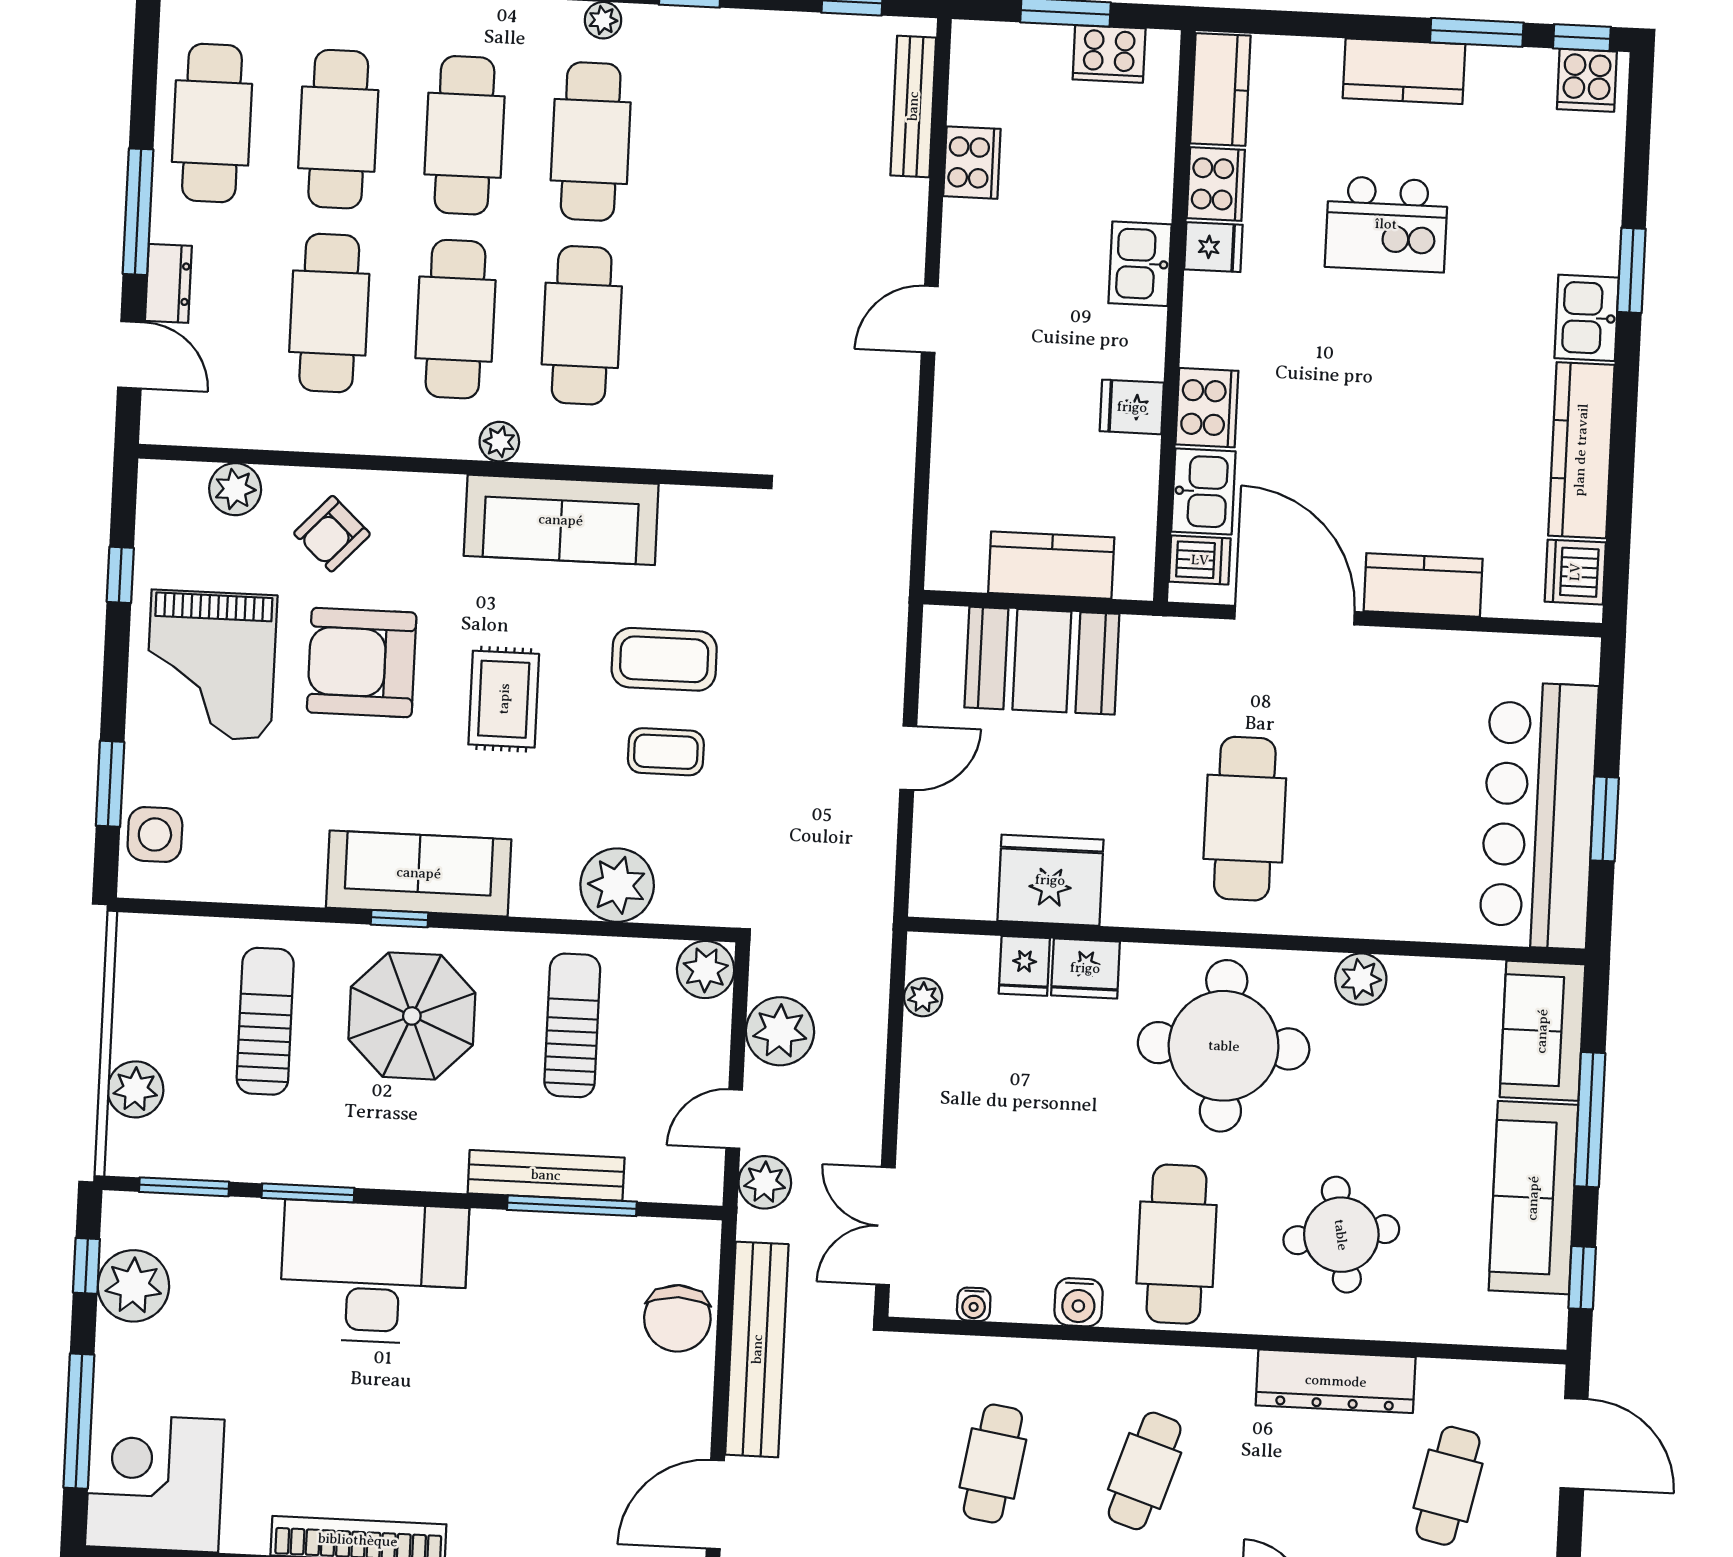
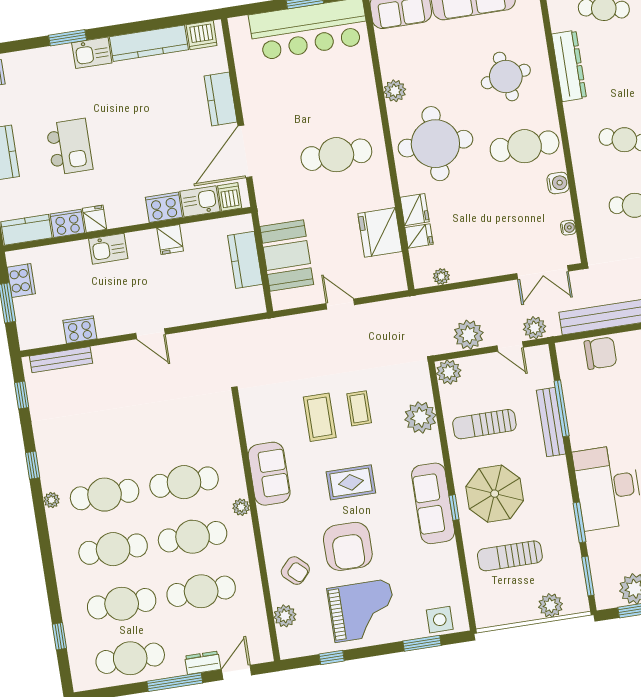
sofa: (561, 520) -> (269, 474), width x0.73

